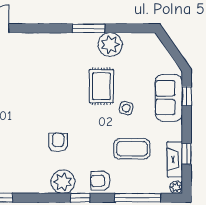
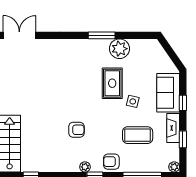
window: (187, 96) -> (183, 103), moved
armchair: (58, 142) -> (76, 130), turned 90
fireplace: (175, 159) -> (173, 128), moved
plant: (63, 182) -> (85, 167), width x0.53, depth x0.53

